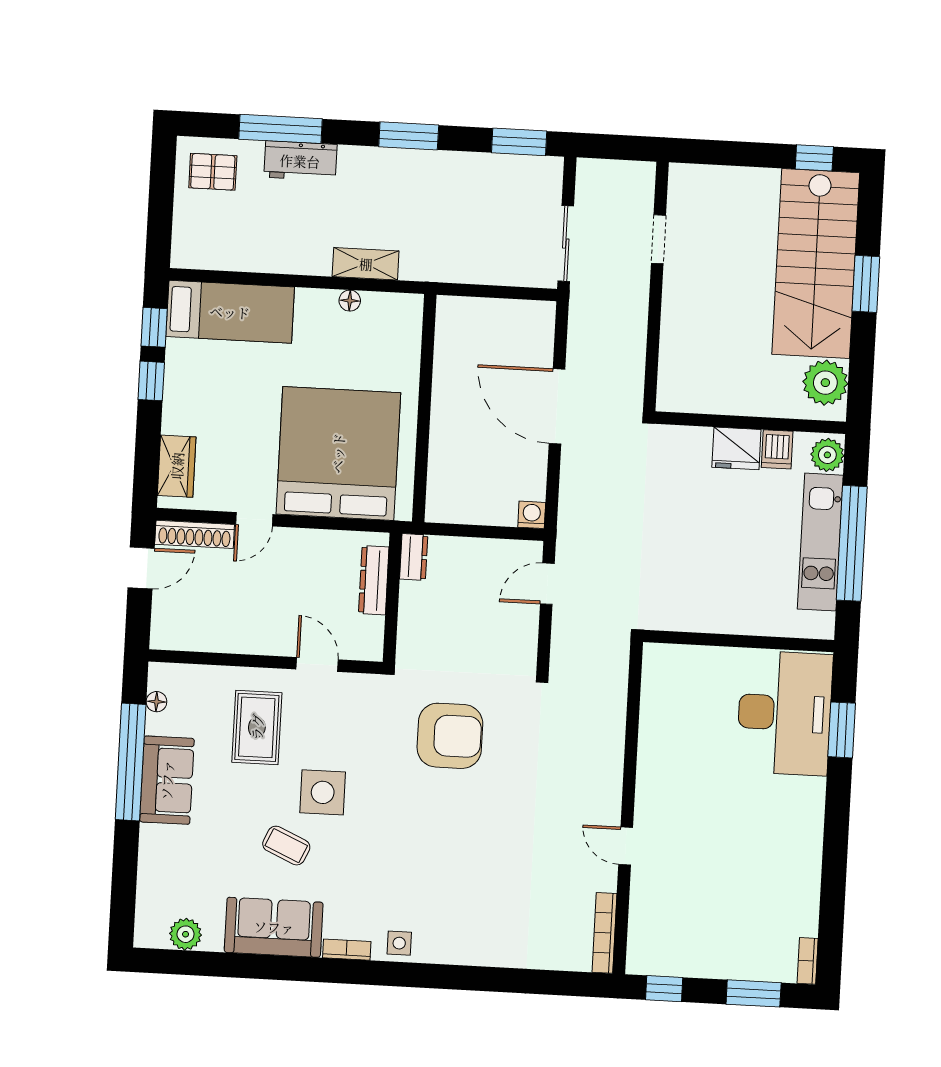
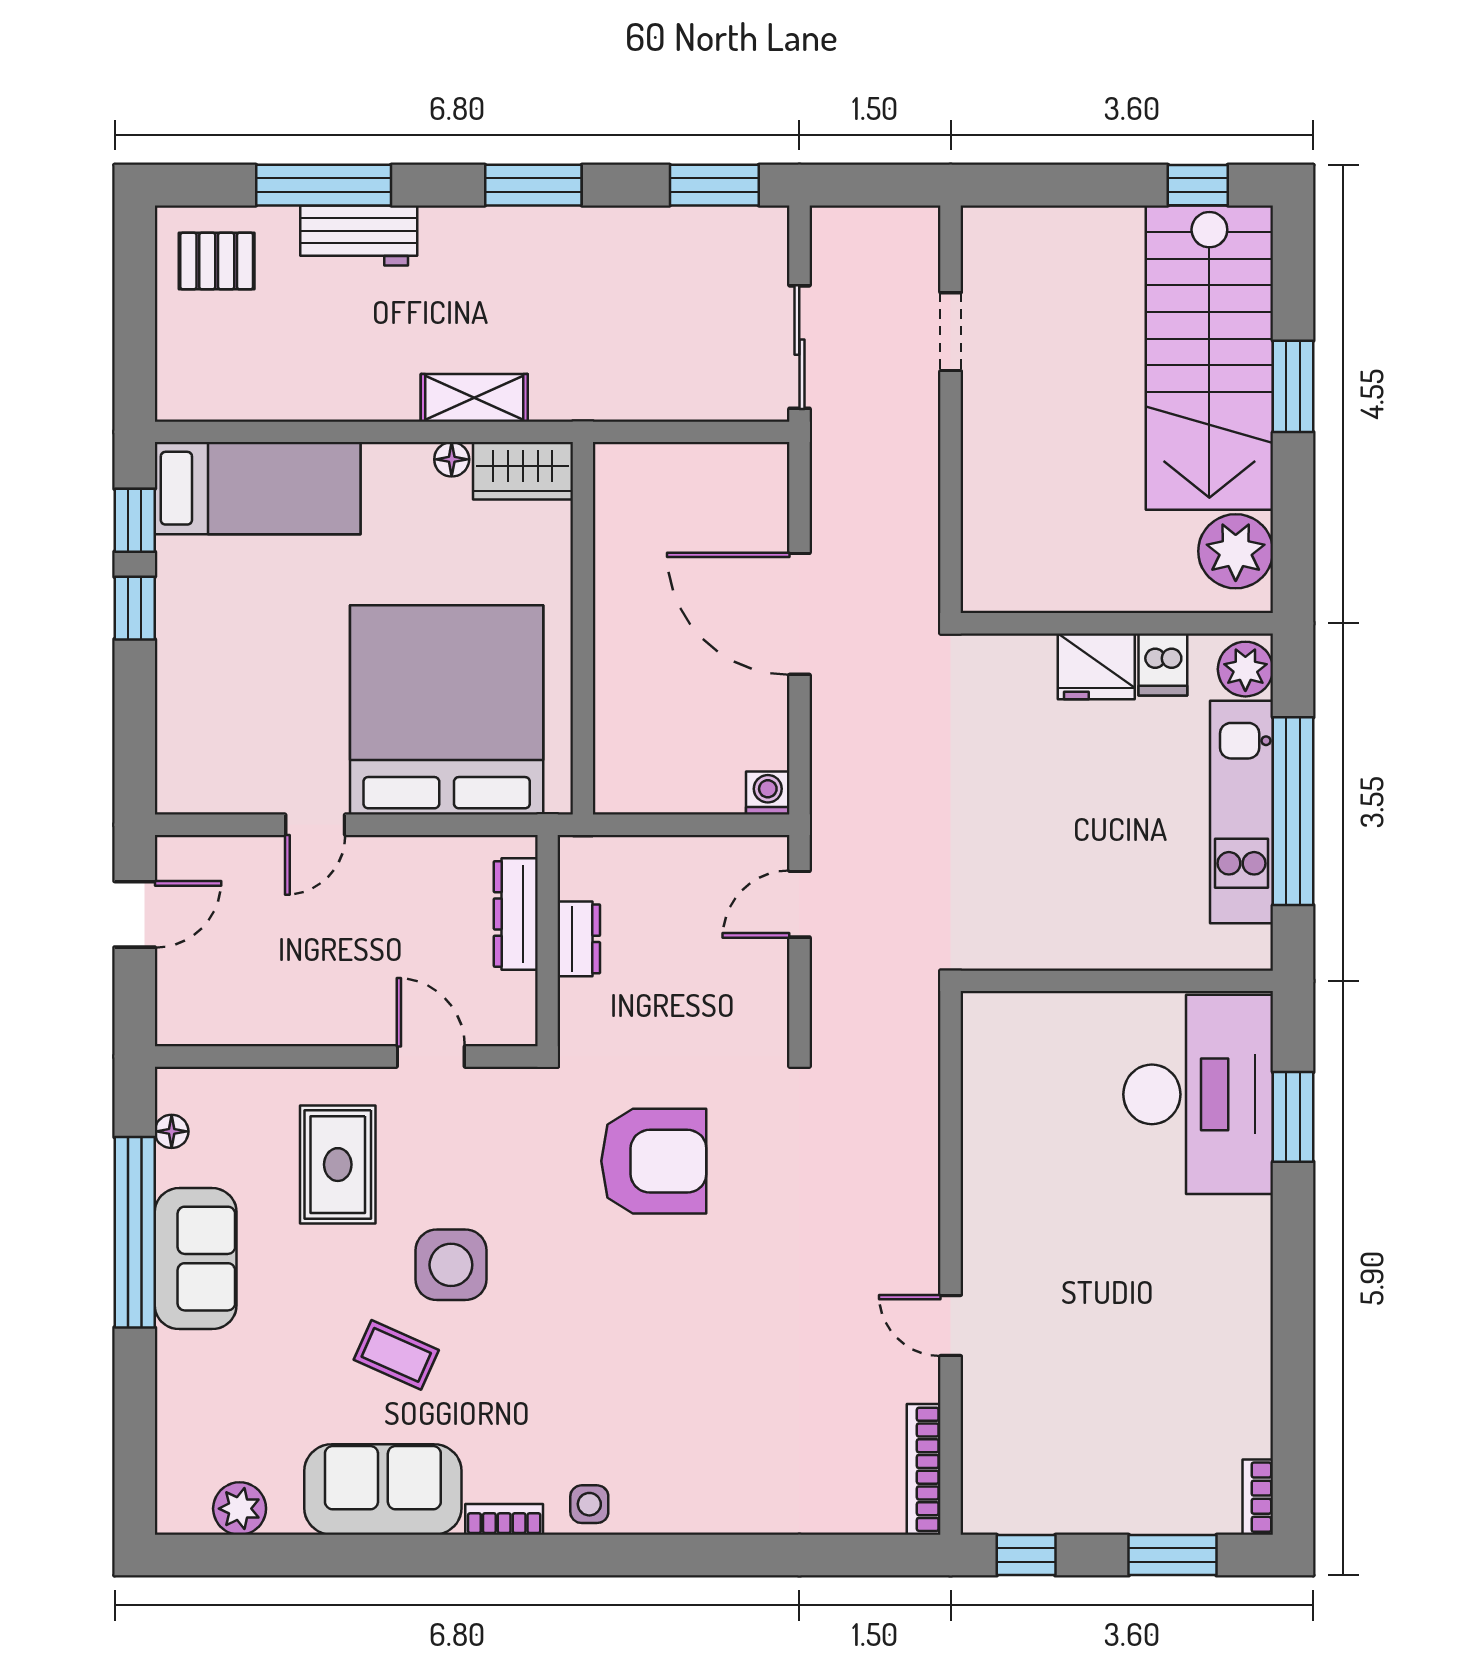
wardrobe: (177, 466) -> (523, 471), moved, turned 90
shoe rack: (195, 534) -> (219, 855), removed
dresser: (414, 557) -> (579, 939), moved

